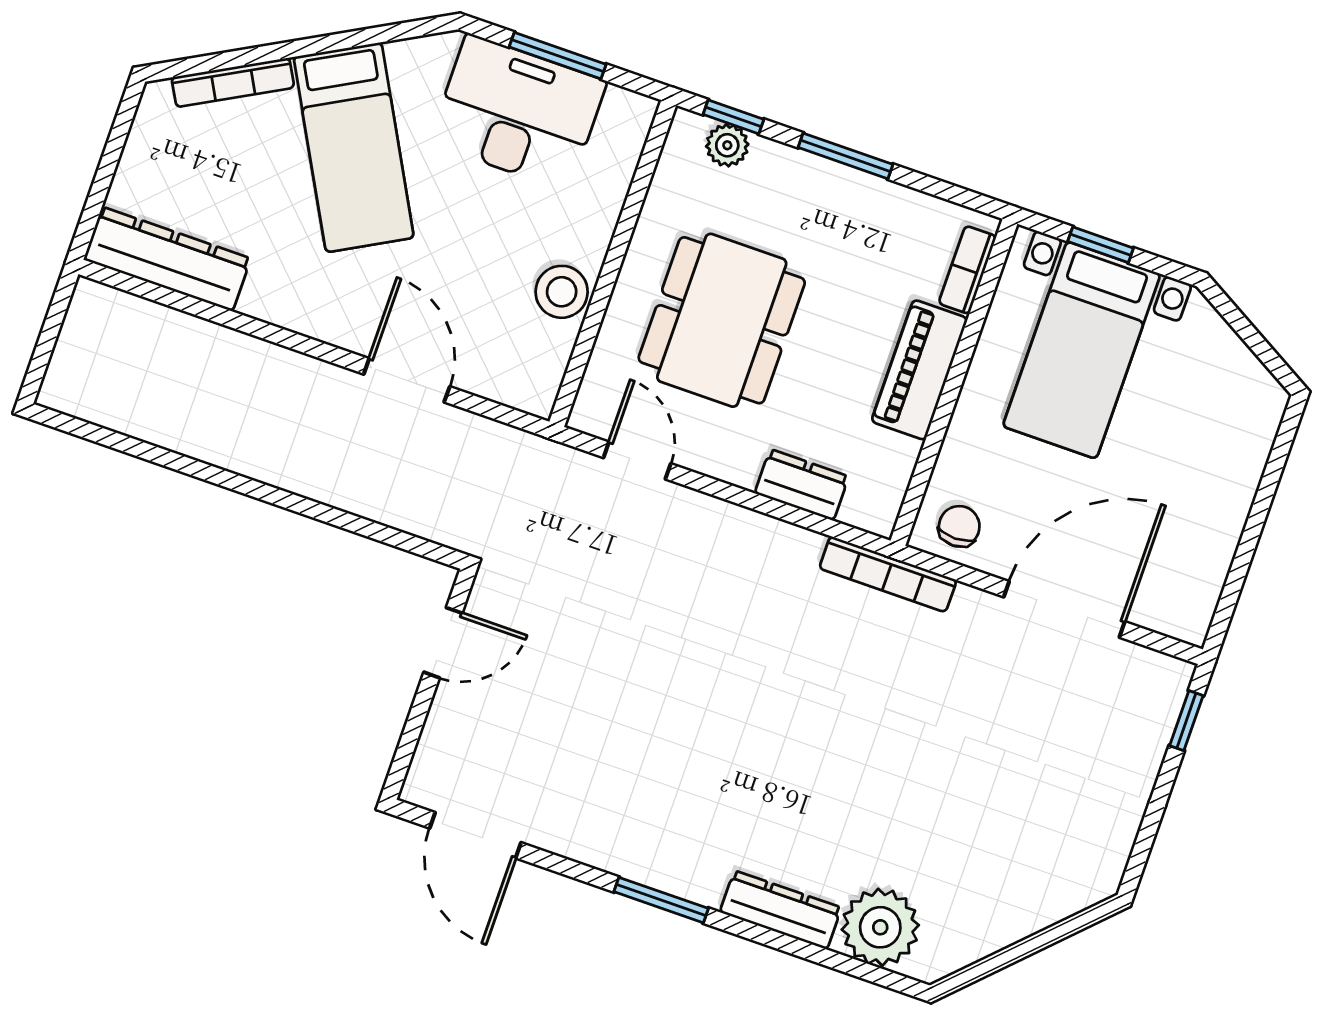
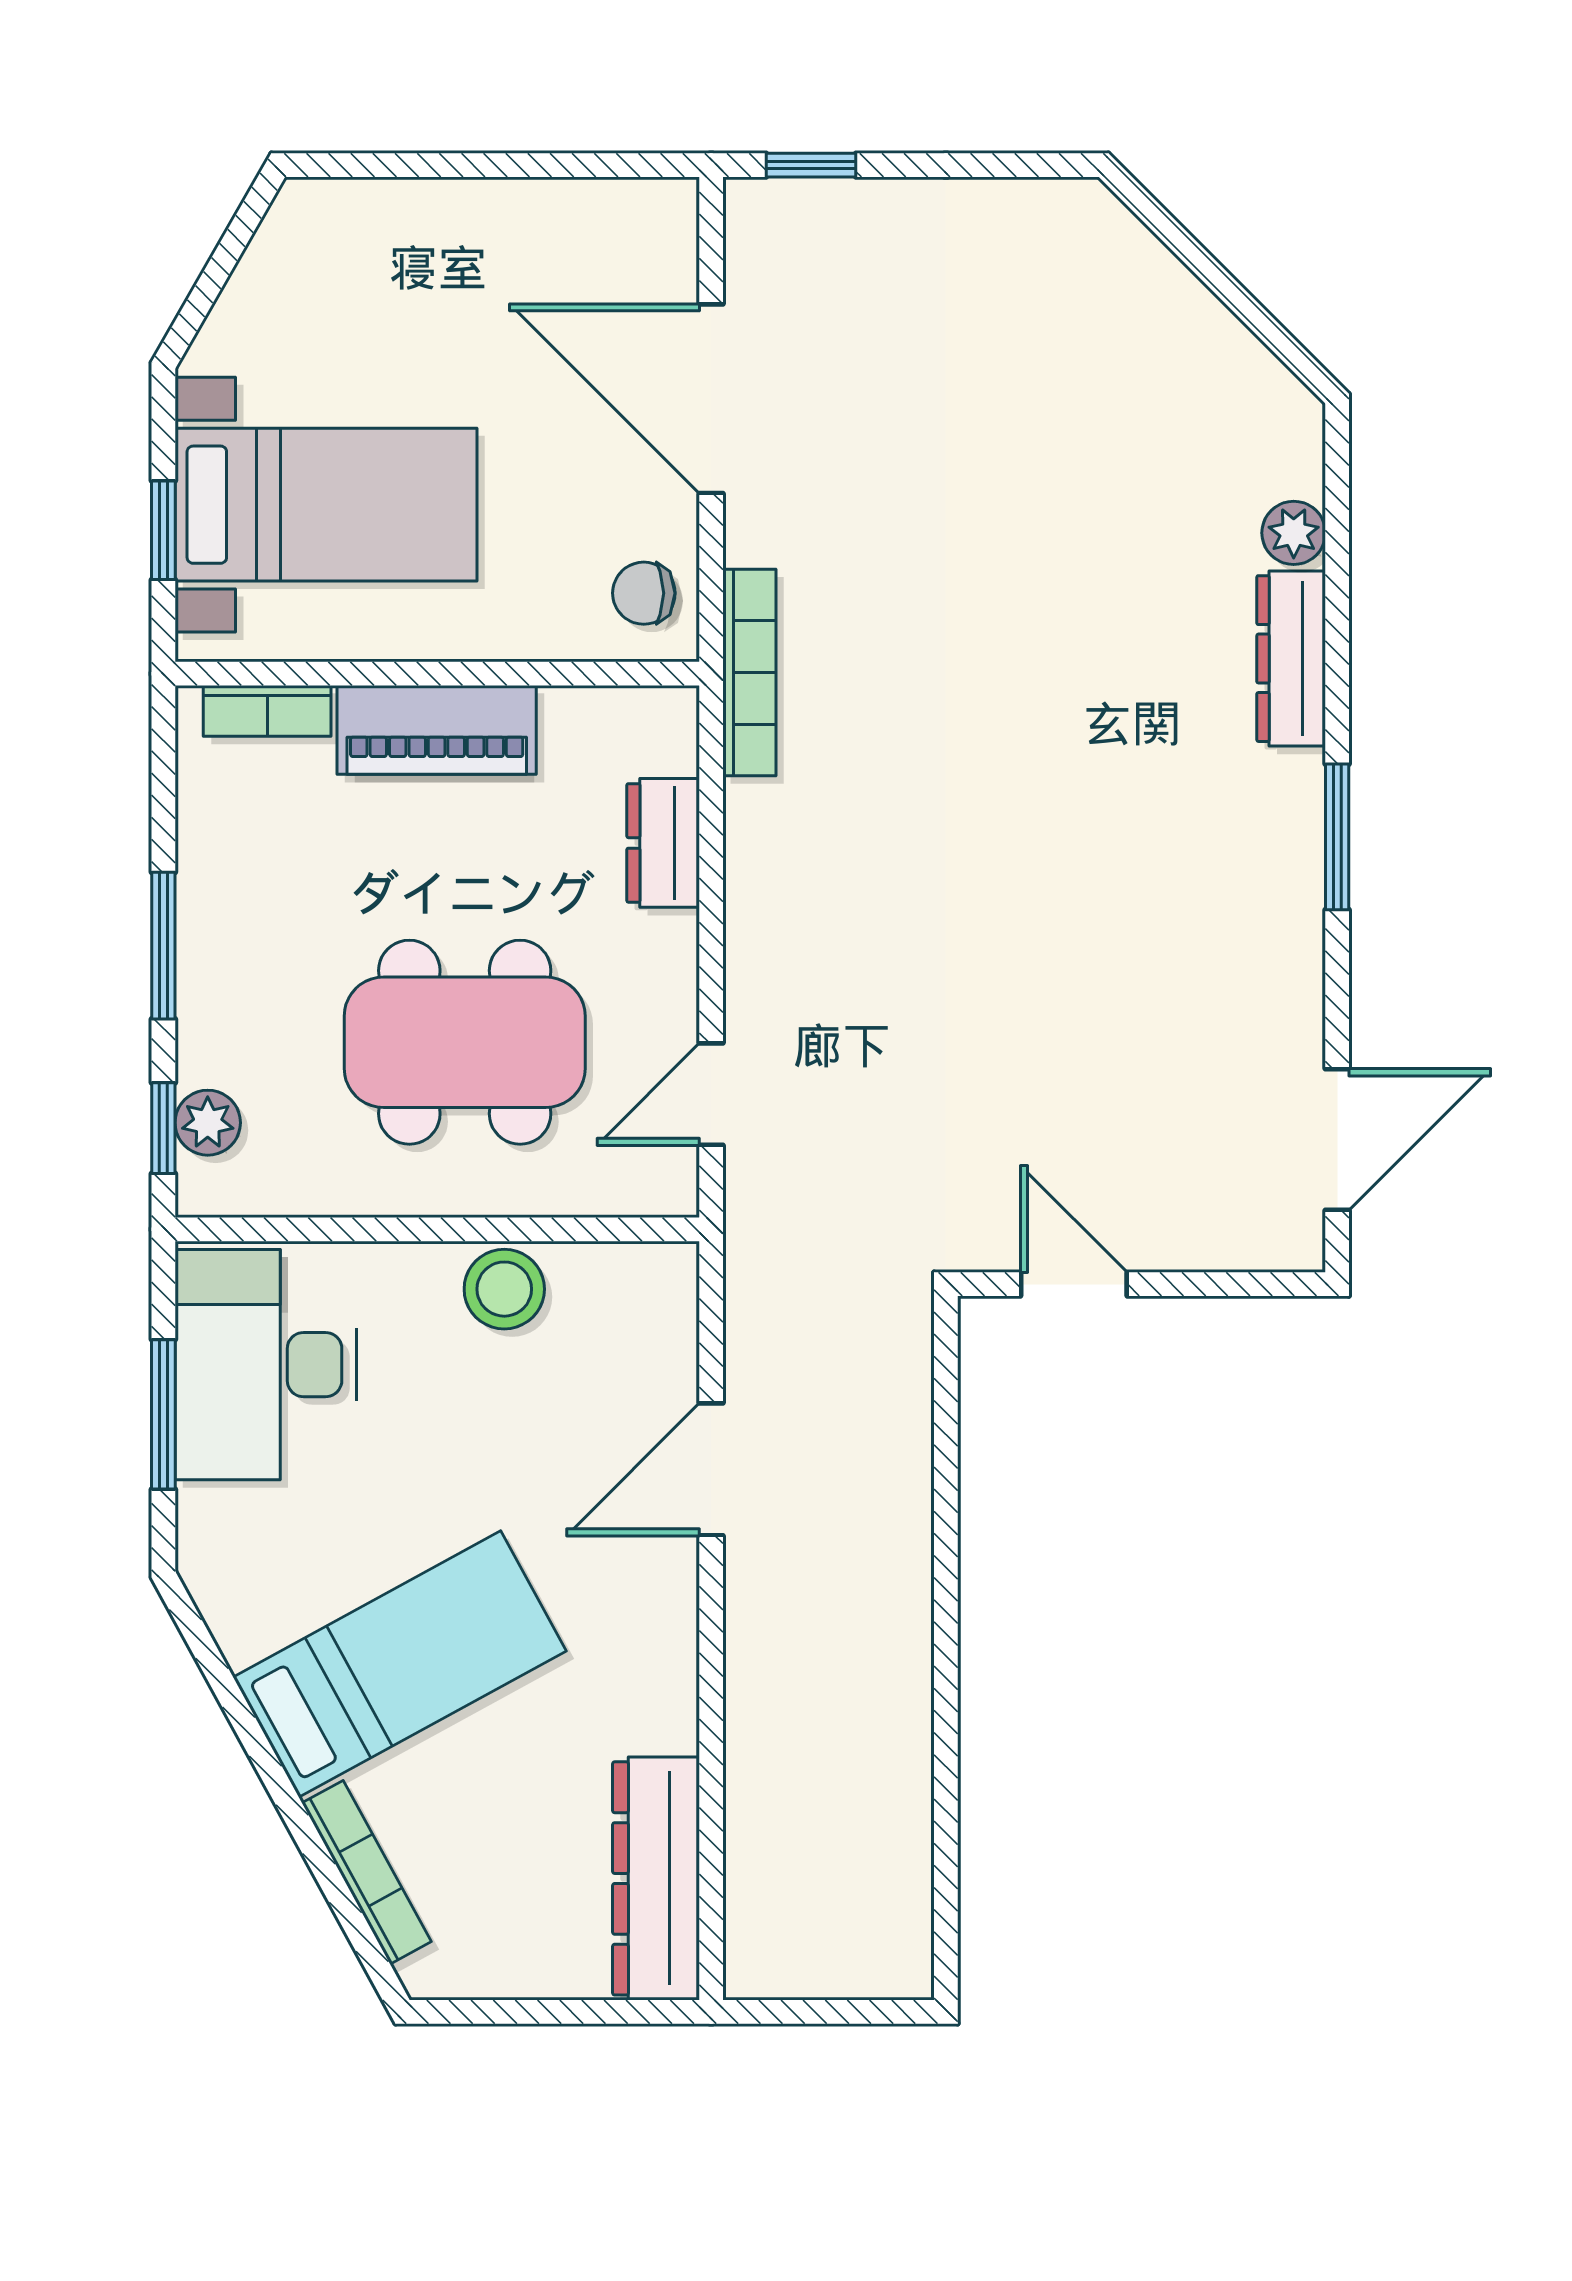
desk: (518, 112) -> (266, 1365), moved
plant: (880, 927) -> (1294, 533), width x0.53, depth x0.53

